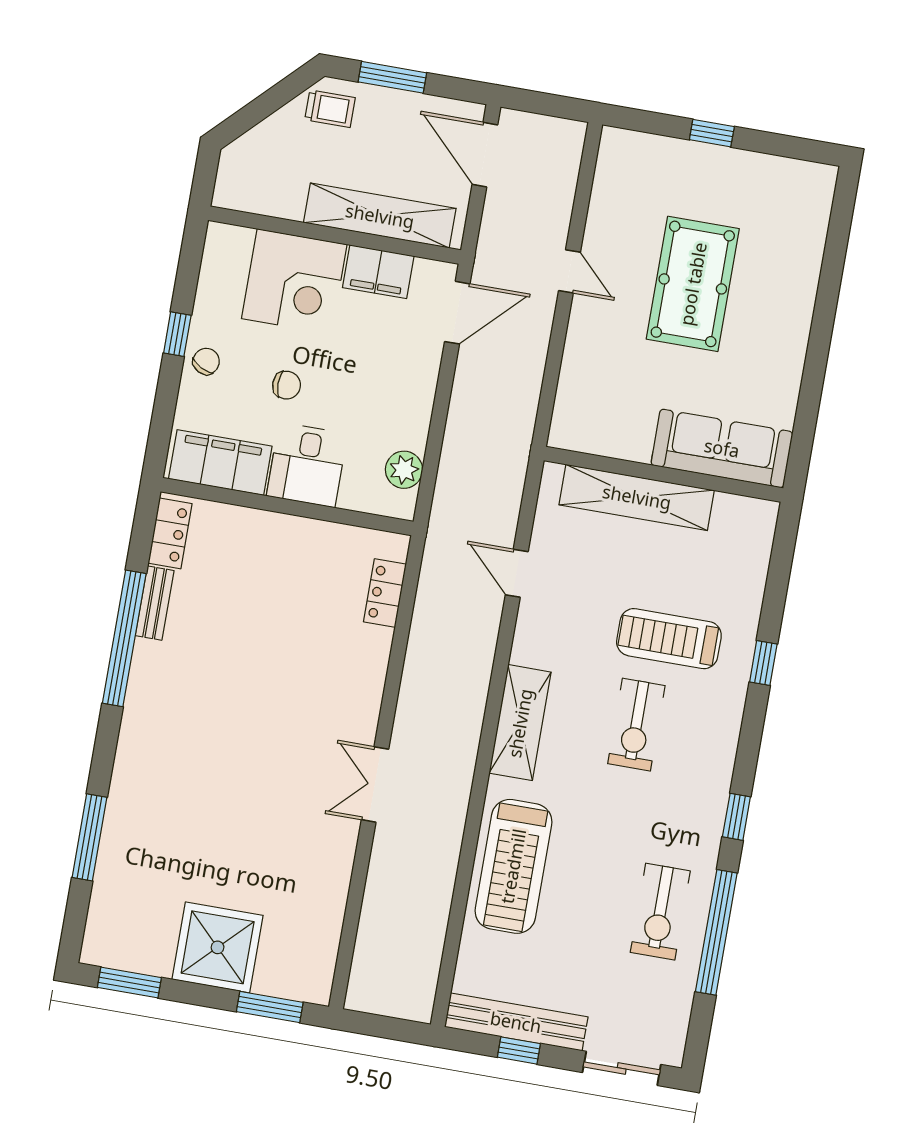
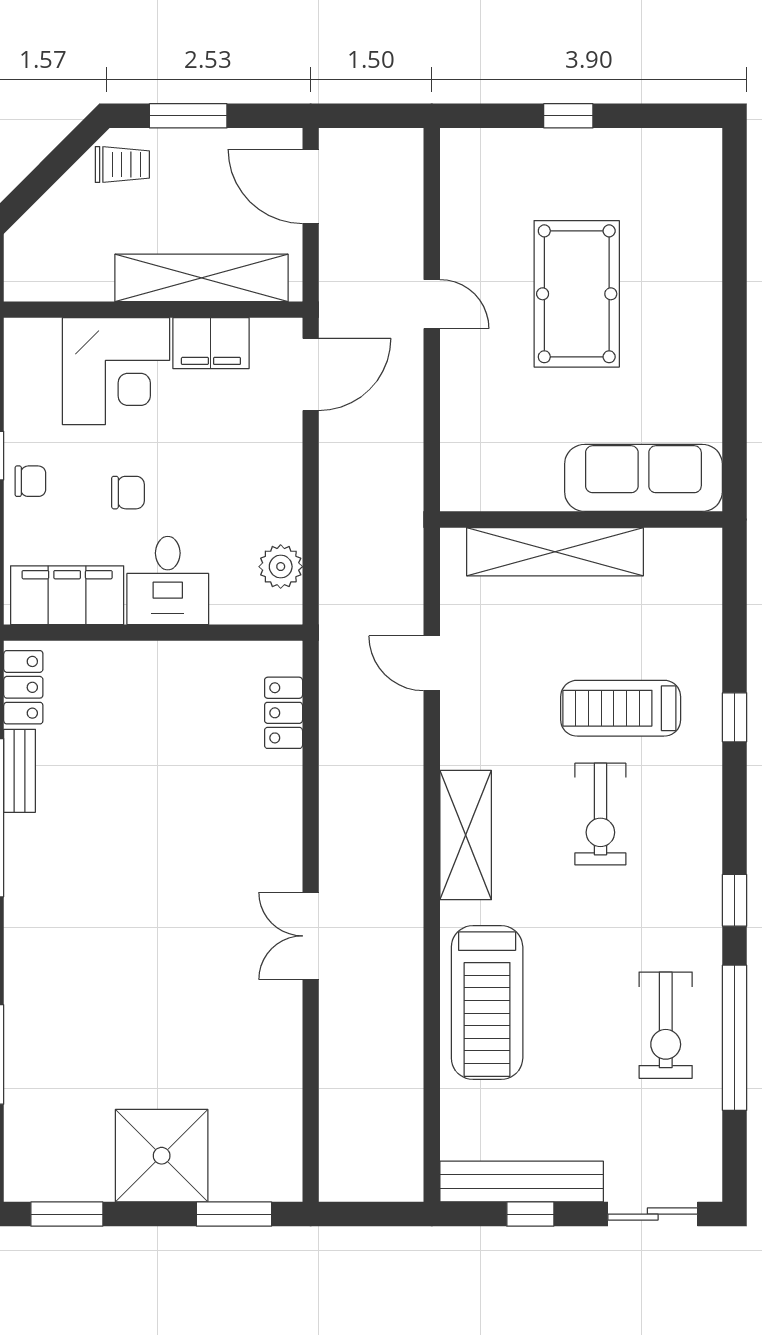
chair: (206, 361) -> (30, 481), turned 62

